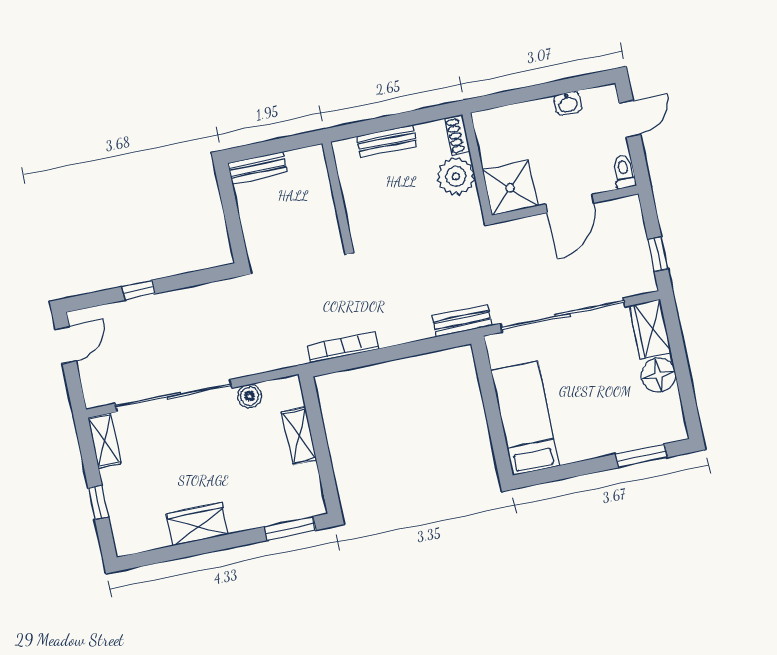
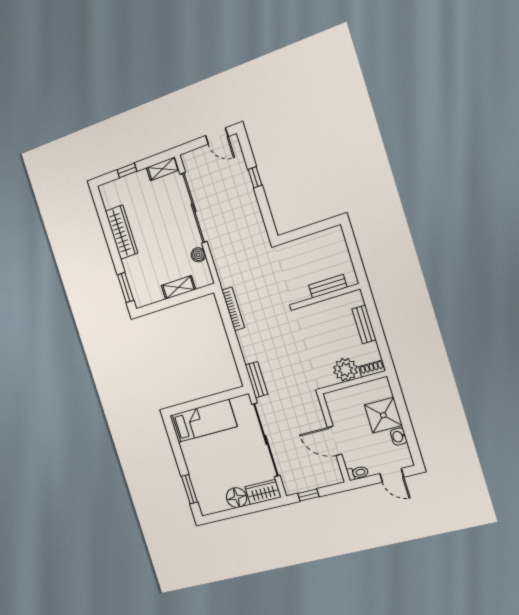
bench: (257, 168) -> (328, 286), moved, turned 90
shower: (510, 188) -> (383, 415), moved
wardrobe: (197, 524) -> (122, 232), width x1.50

